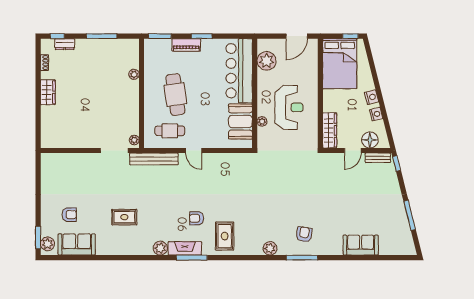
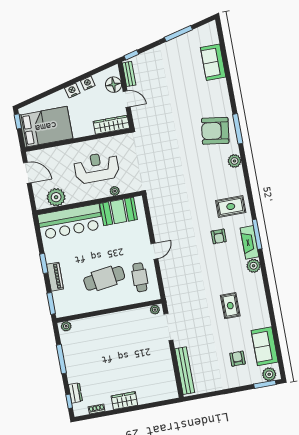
plant: (134, 74) -> (66, 326), moved
bench: (154, 159) -> (185, 371), moved
armchair: (304, 234) -> (215, 131), width x1.88, depth x1.88
sofa: (361, 245) -> (213, 62), moved

